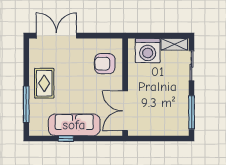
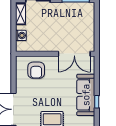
washing machine: (148, 51) -> (21, 35), width x0.53, depth x0.53

